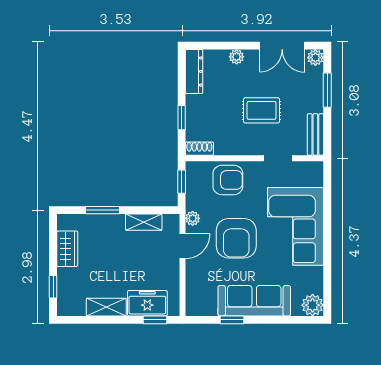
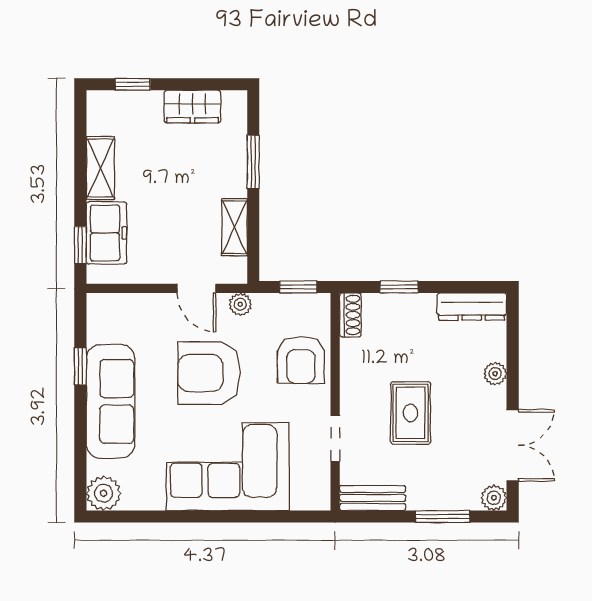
double door: (282, 46) -> (513, 445), swing flipped

